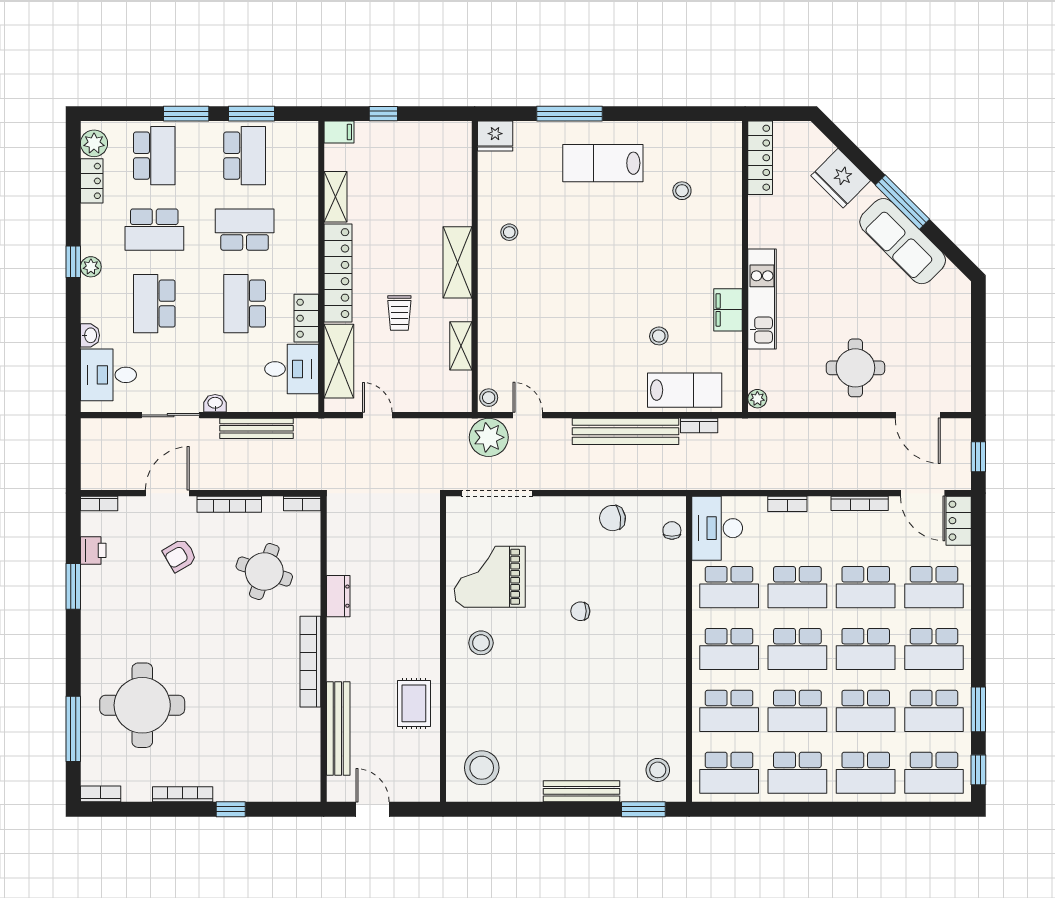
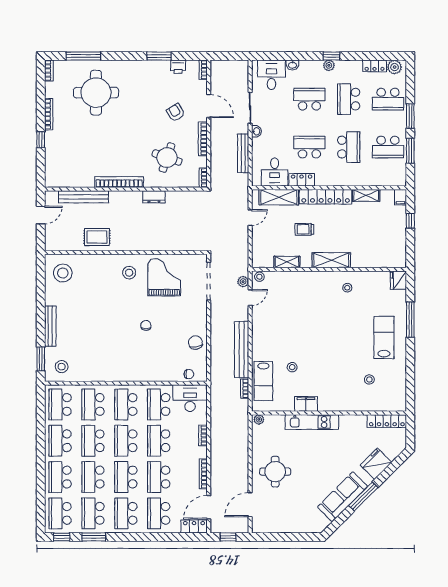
plant: (489, 437) -> (243, 282), width x0.53, depth x0.53

